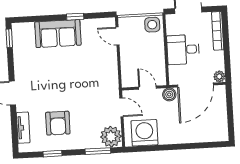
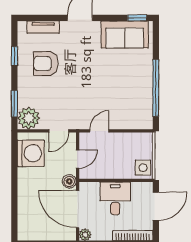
window: (75, 17) -> (156, 88), width x3.17
sofa: (58, 34) -> (125, 34), moved, turned -90
door: (117, 36) -> (99, 131), moved

